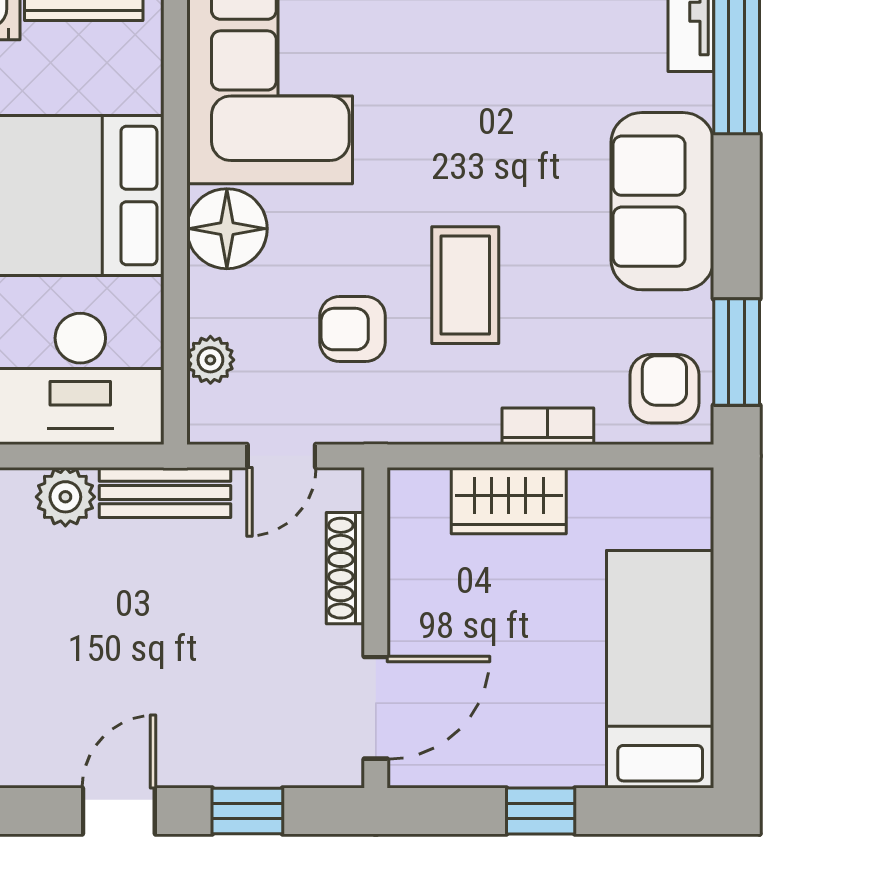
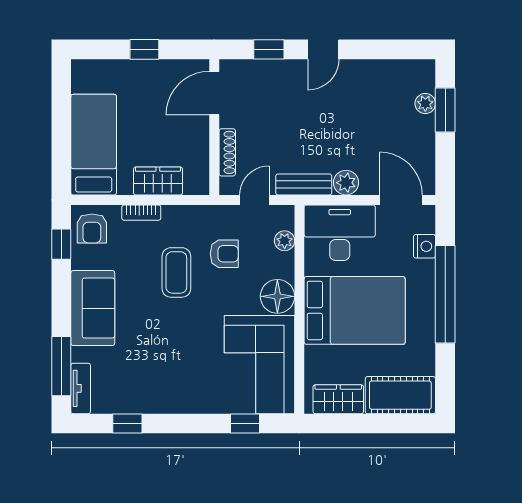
window: (737, 352) -> (61, 244), width x0.67
bed: (660, 669) -> (94, 145), moved, turned 180

